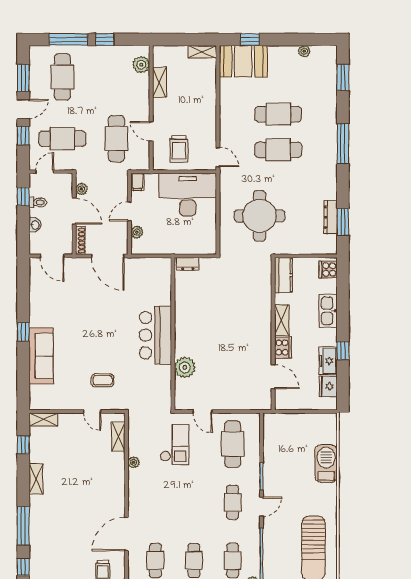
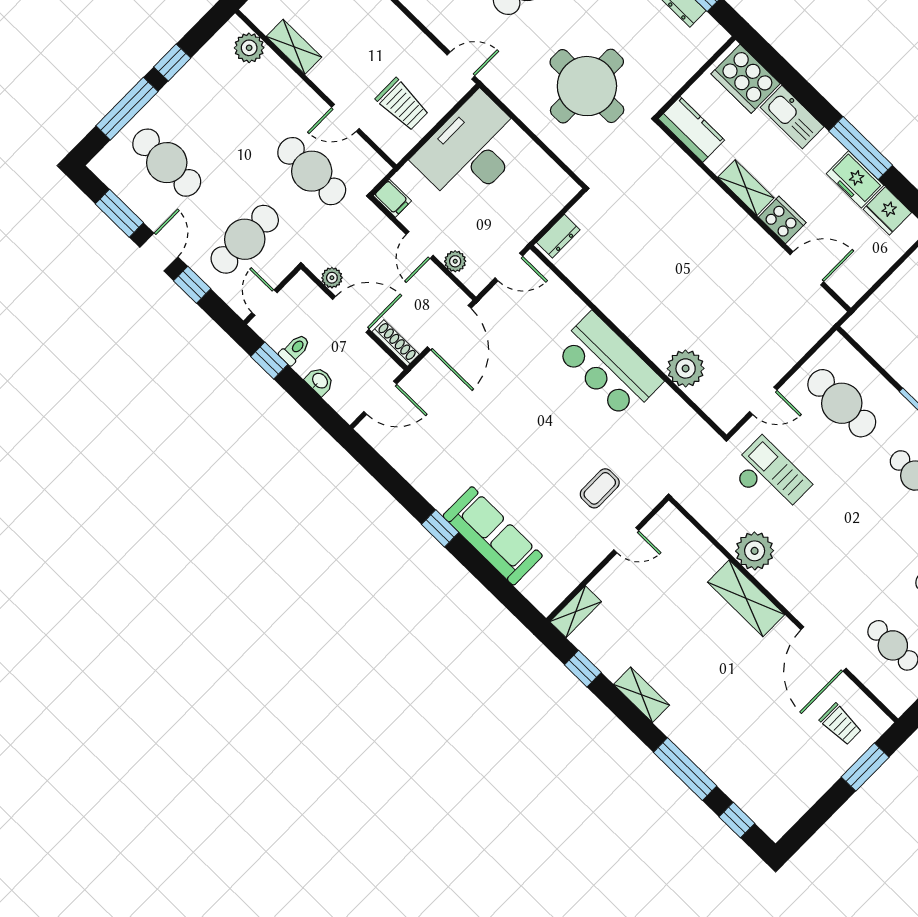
door: (108, 256) -> (449, 328), hinge flipped
door: (156, 256) -> (509, 267), added
cooker: (328, 269) -> (746, 79), width x1.87, depth x1.31
window: (343, 351) -> (861, 148), width x2.17
shelving: (118, 436) -> (746, 598), moved, width x1.50, depth x1.33
plant: (134, 462) -> (755, 551), width x1.88, depth x1.88

